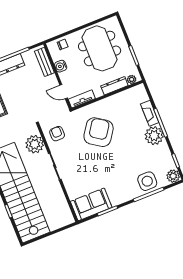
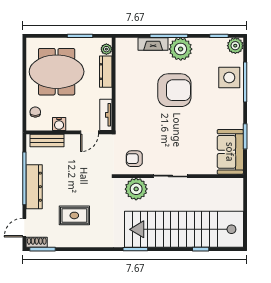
armchair: (99, 132) -> (174, 90), moved, turned 146

